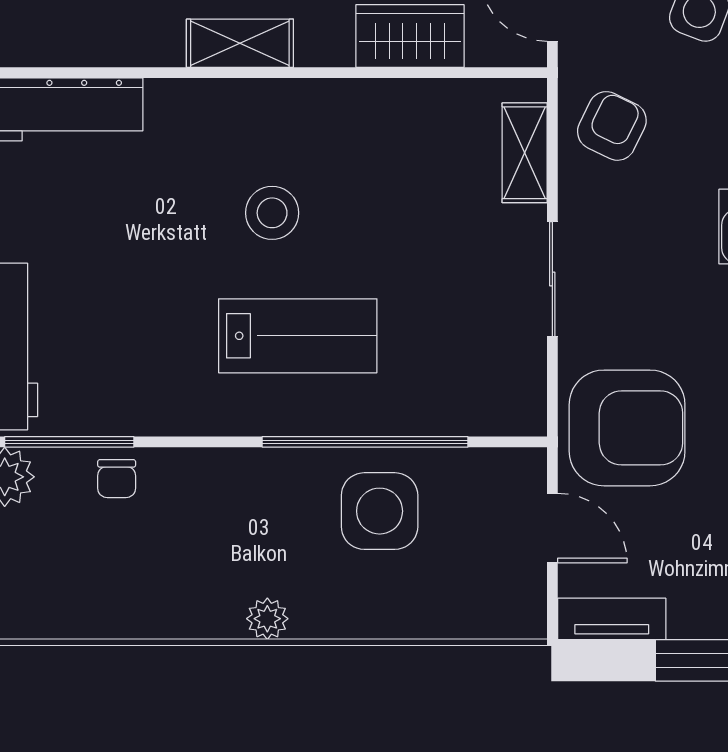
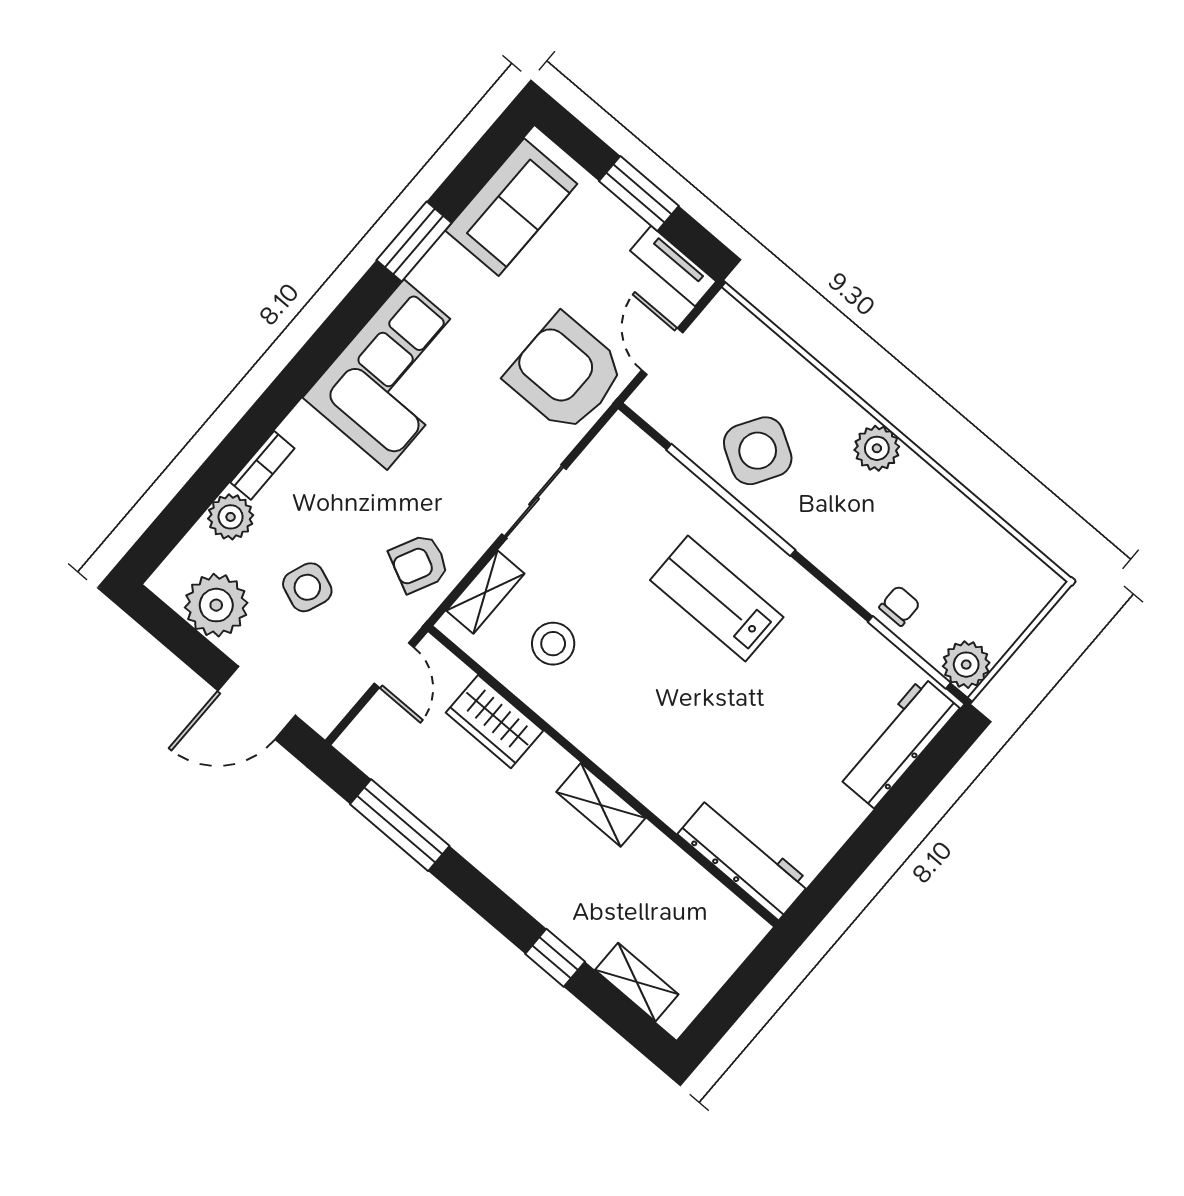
stool: (272, 213) -> (553, 644), moved
side table: (380, 511) -> (758, 451), turned 31
plant: (267, 619) -> (877, 448), width x1.38, depth x1.38

